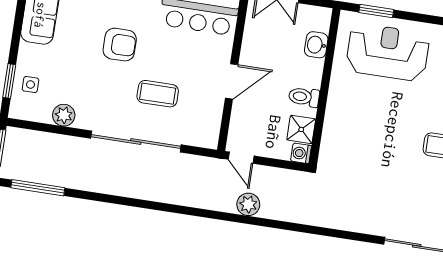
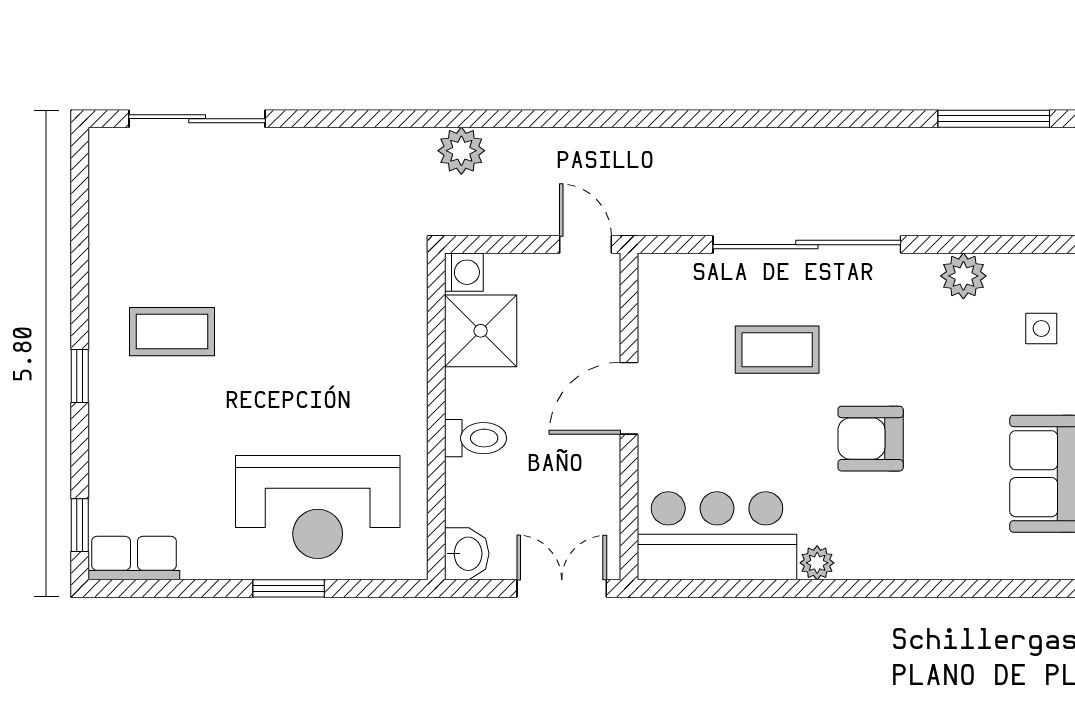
window: (376, 11) -> (289, 588), moved
washbasin: (316, 45) -> (467, 554), moved
toilet: (304, 97) -> (475, 438), moved
shower: (301, 129) -> (481, 331), width x1.36, depth x1.36
plant: (248, 204) -> (461, 151), moved

